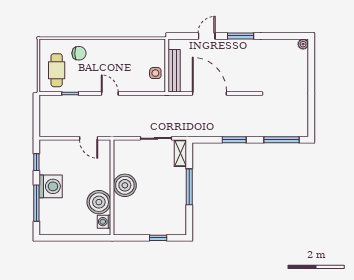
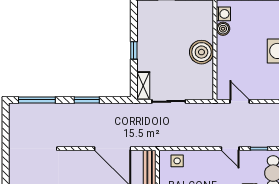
side table: (155, 73) -> (177, 161), moved
door: (110, 93) -> (230, 149), moved
window: (189, 187) -> (134, 50), width x0.46
boiler: (99, 202) -> (223, 29), width x0.54, depth x0.54

